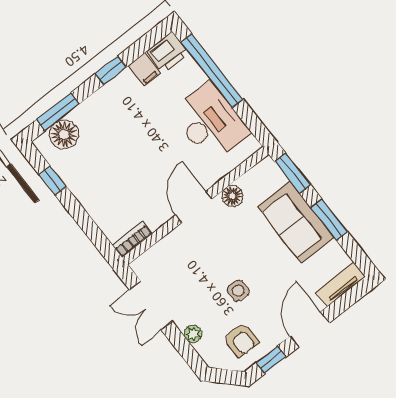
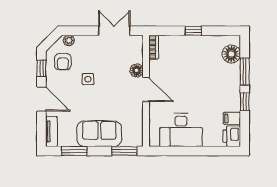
window: (212, 71) -> (206, 151), removed
window: (58, 112) -> (245, 72), moved
window: (53, 181) -> (193, 31), moved
floor lamp: (232, 196) -> (137, 70), moved
window: (329, 219) -> (74, 151), moved
plant: (193, 334) -> (69, 40), moved
armchair: (241, 340) -> (63, 62), turned -90

